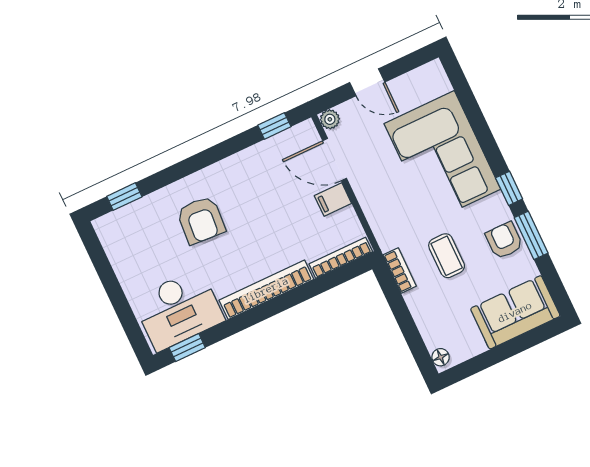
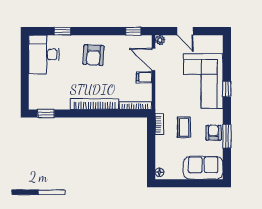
window: (509, 188) -> (227, 89), moved
window: (124, 197) -> (62, 31), moved
armchair: (201, 220) -> (93, 55), moved
desk: (179, 310) -> (44, 54), moved, turned 90

